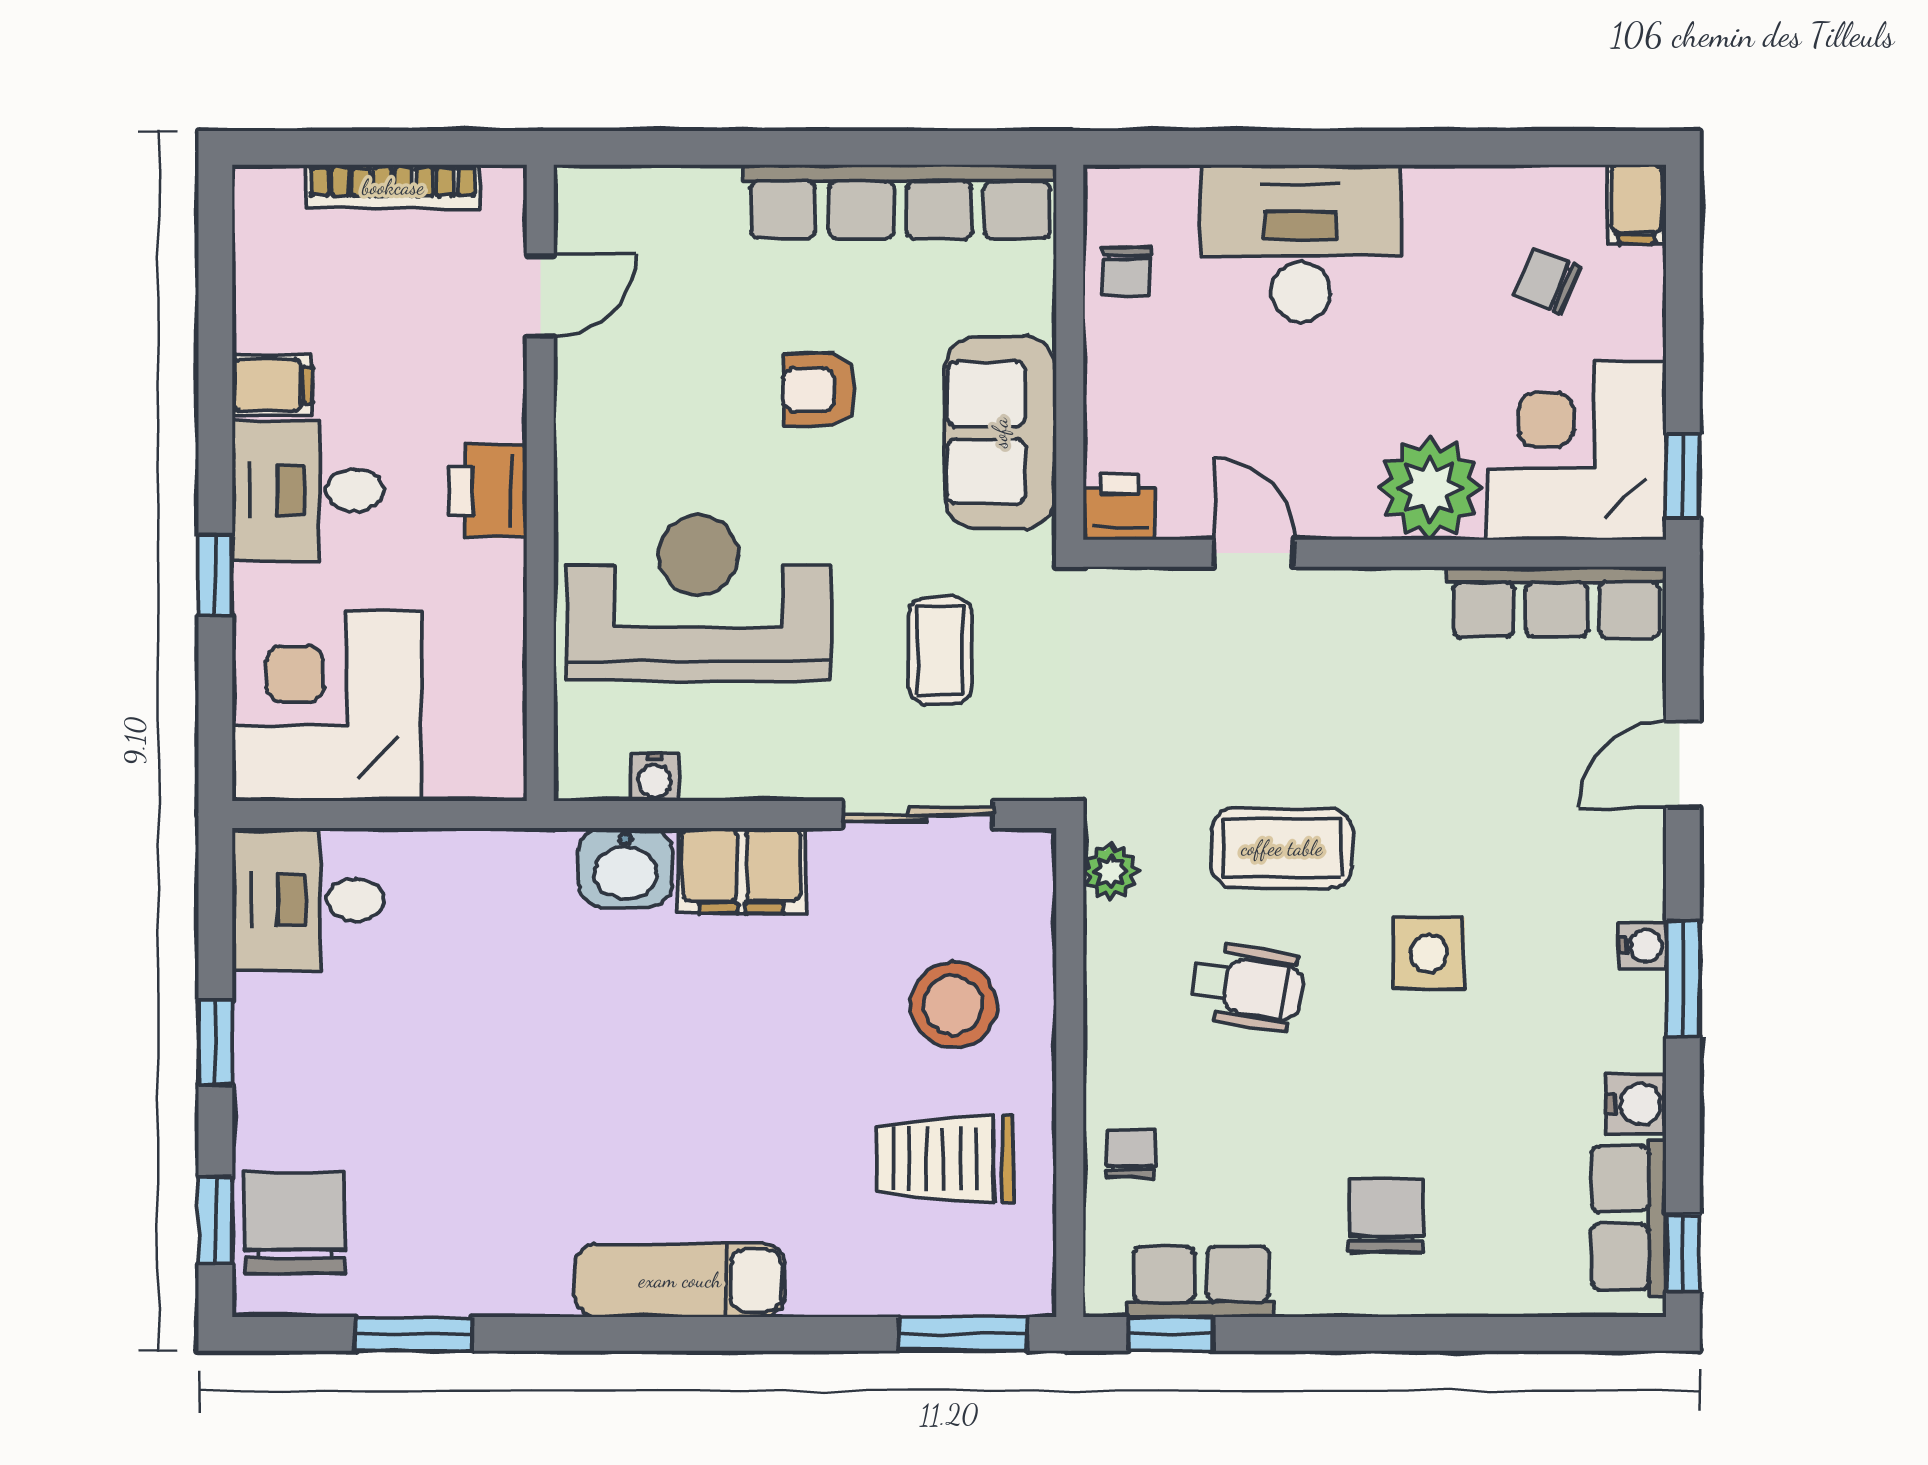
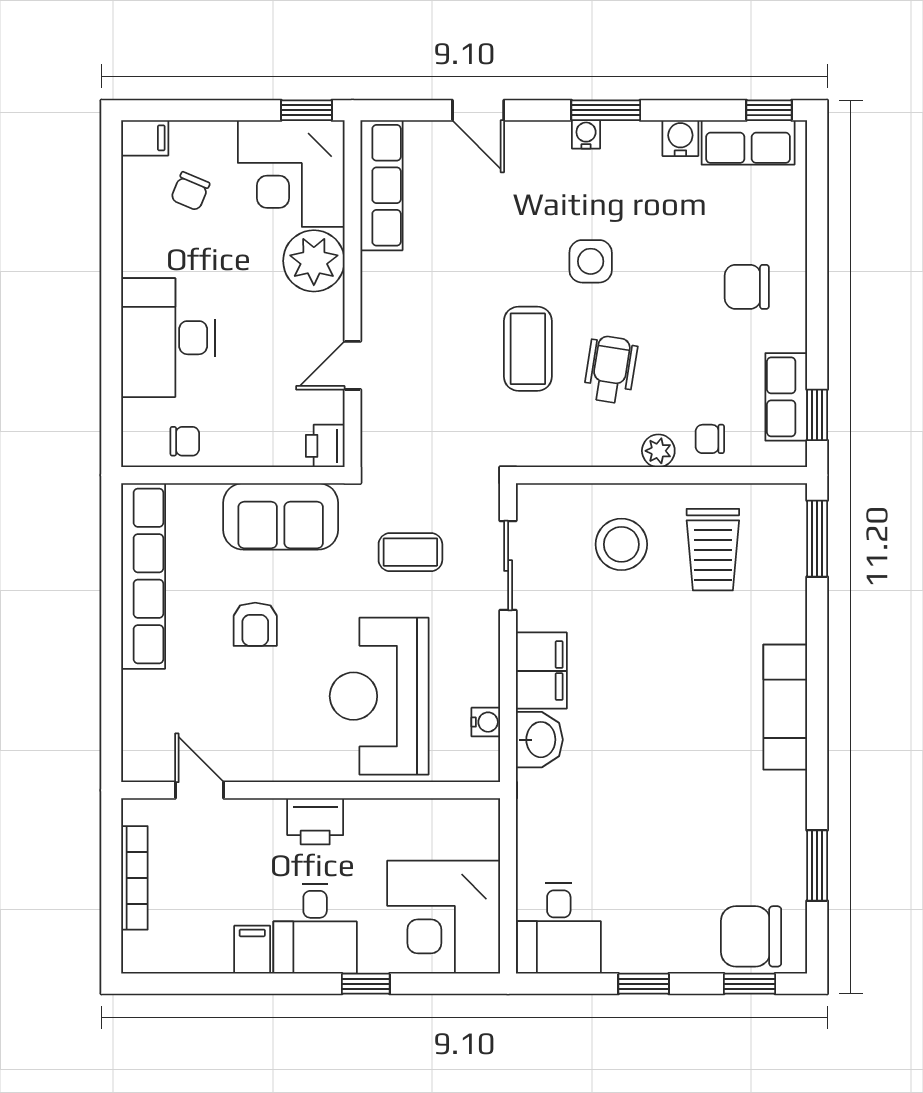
plant: (1111, 871) -> (658, 451), moved

